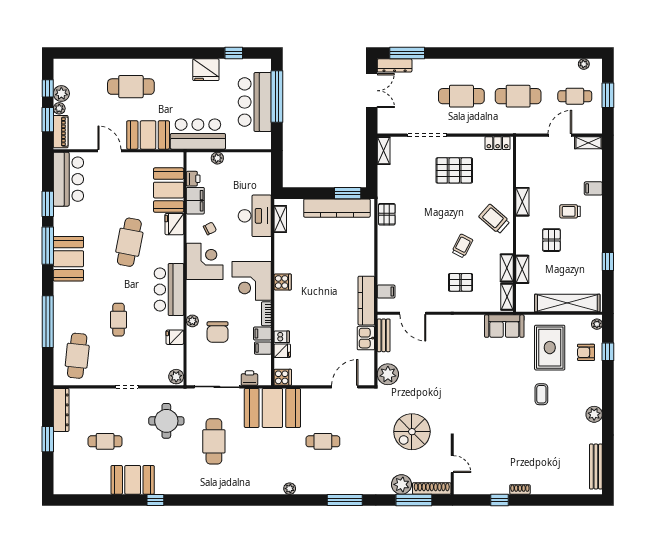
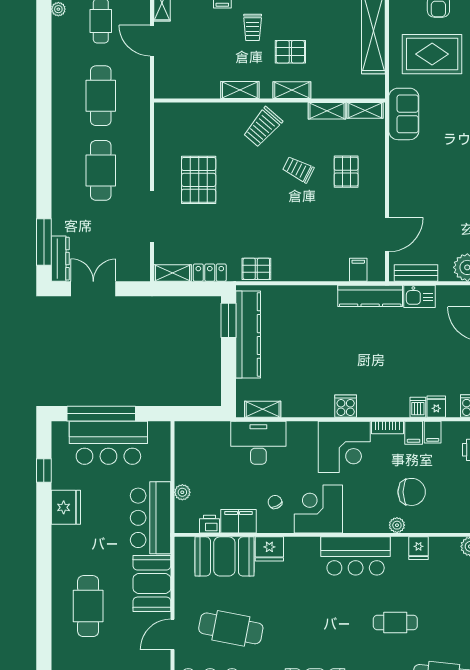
locker: (498, 143) -> (210, 273), moved, turned -90
cafe table: (129, 242) -> (231, 628), moved
shelving: (522, 269) -> (292, 90), moved

